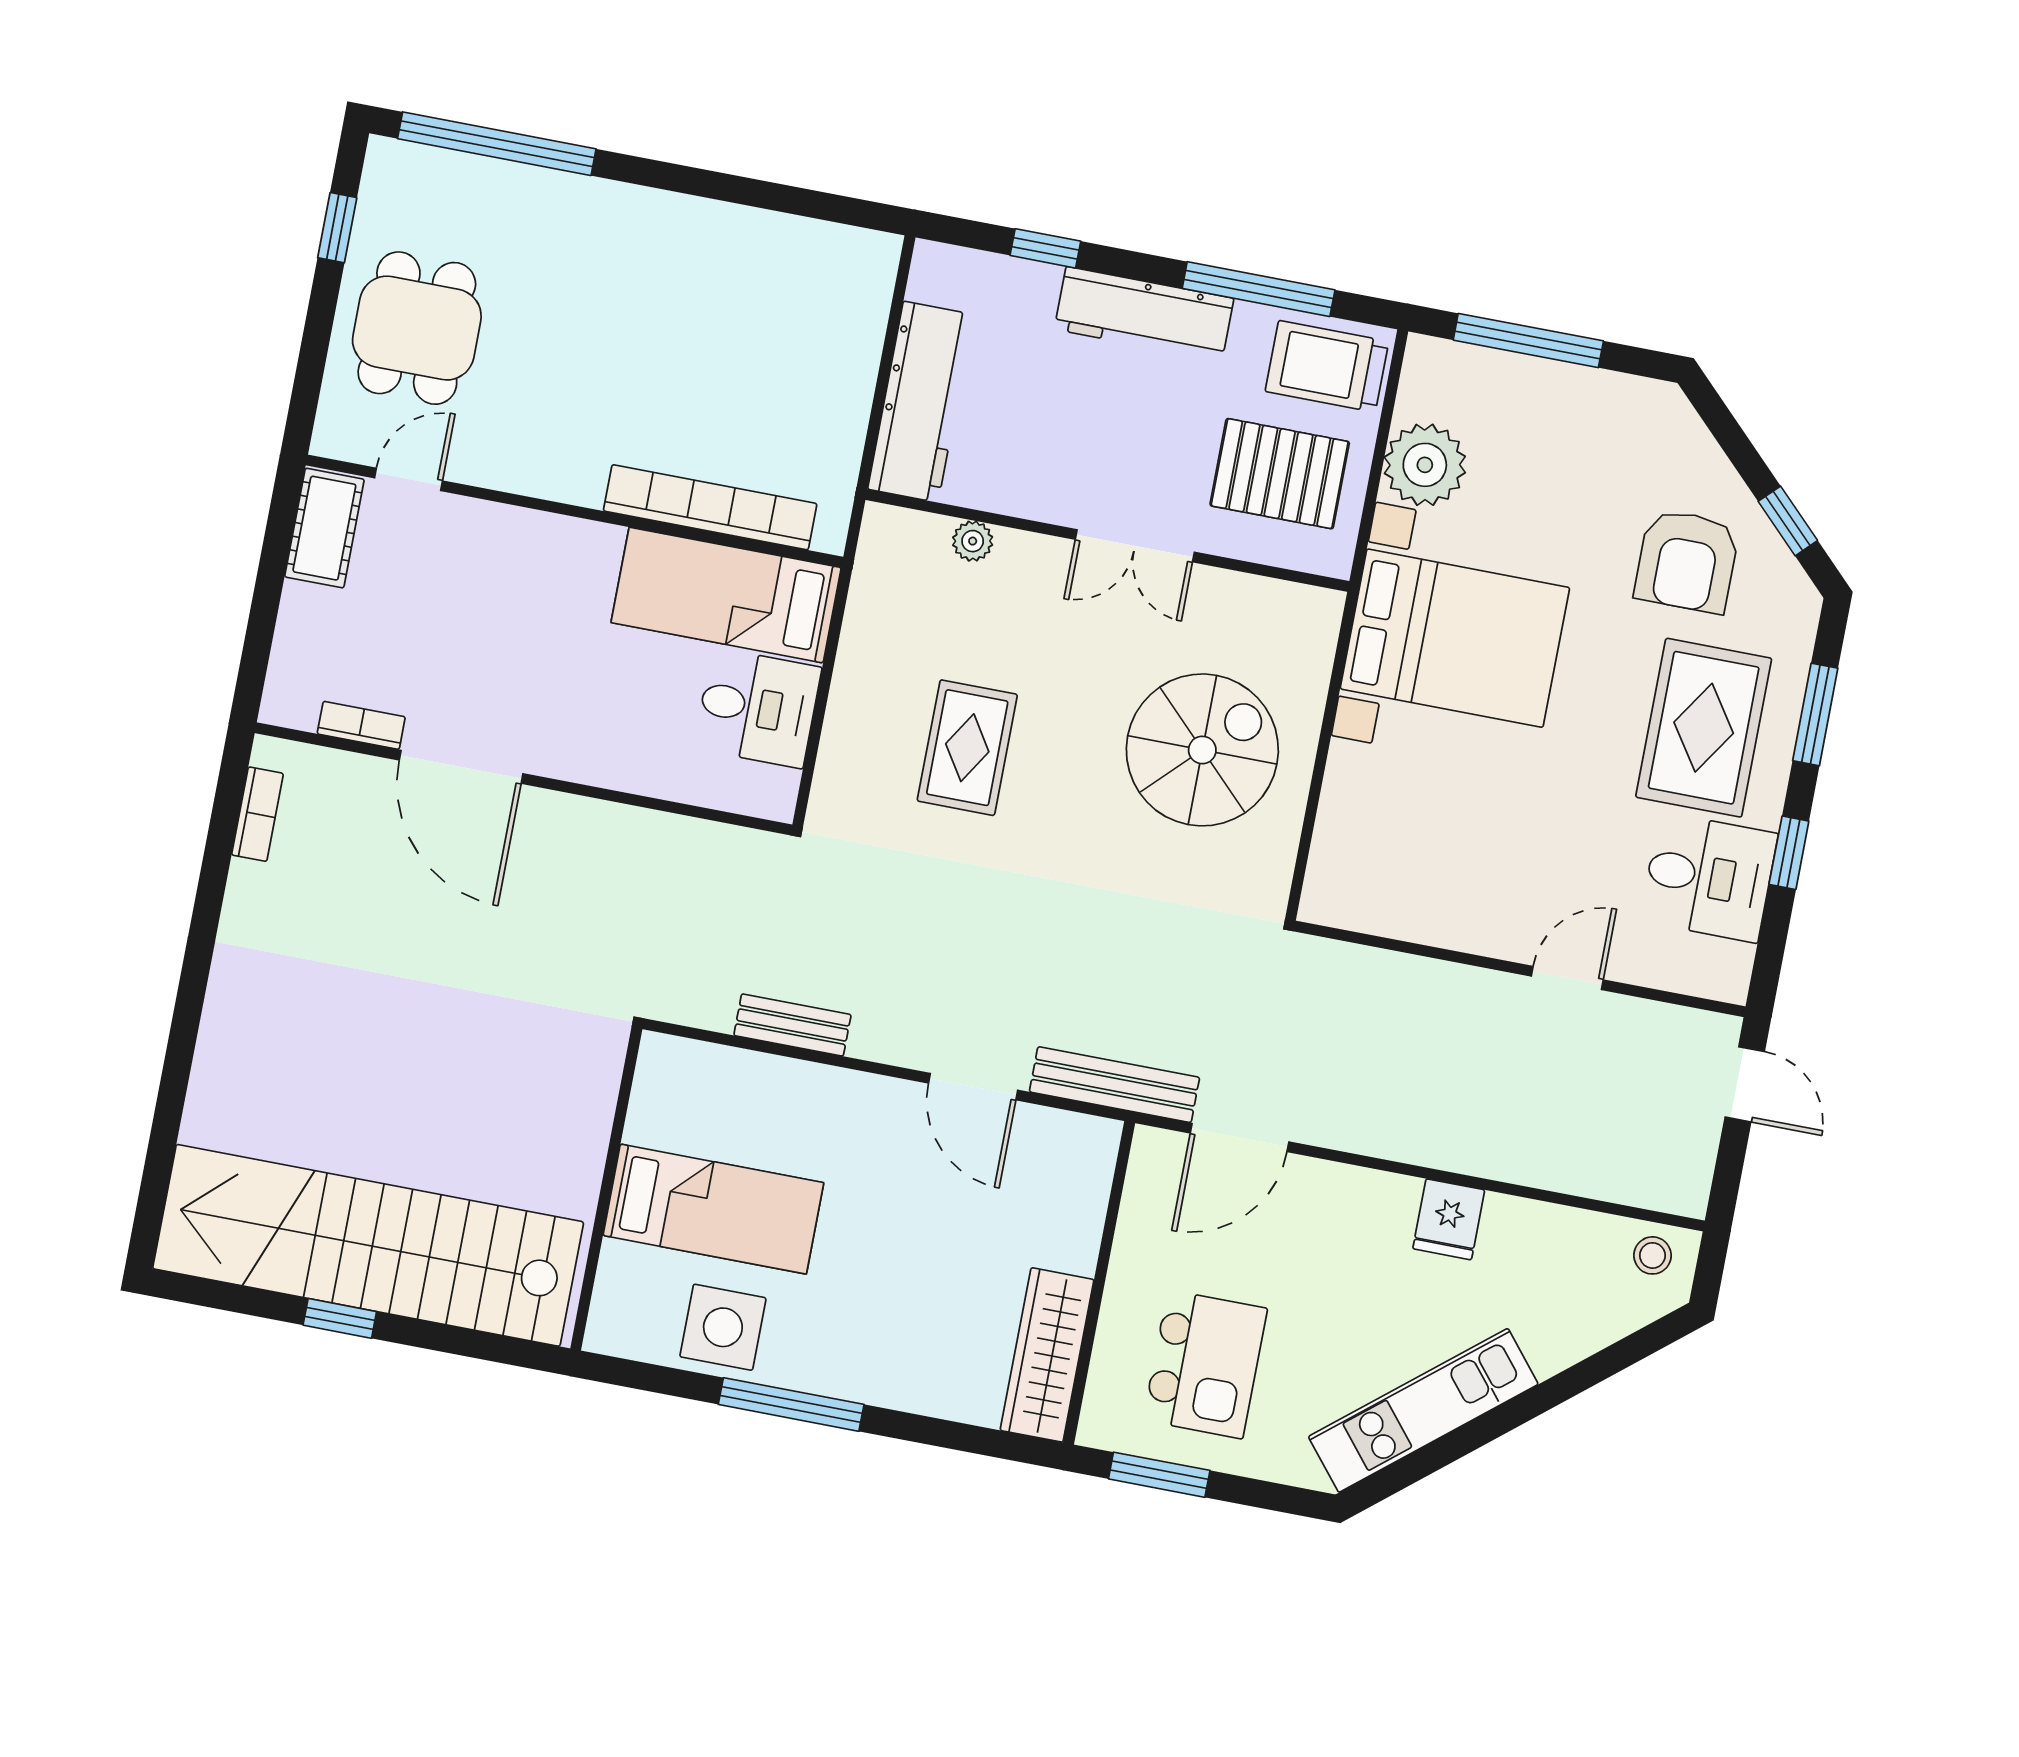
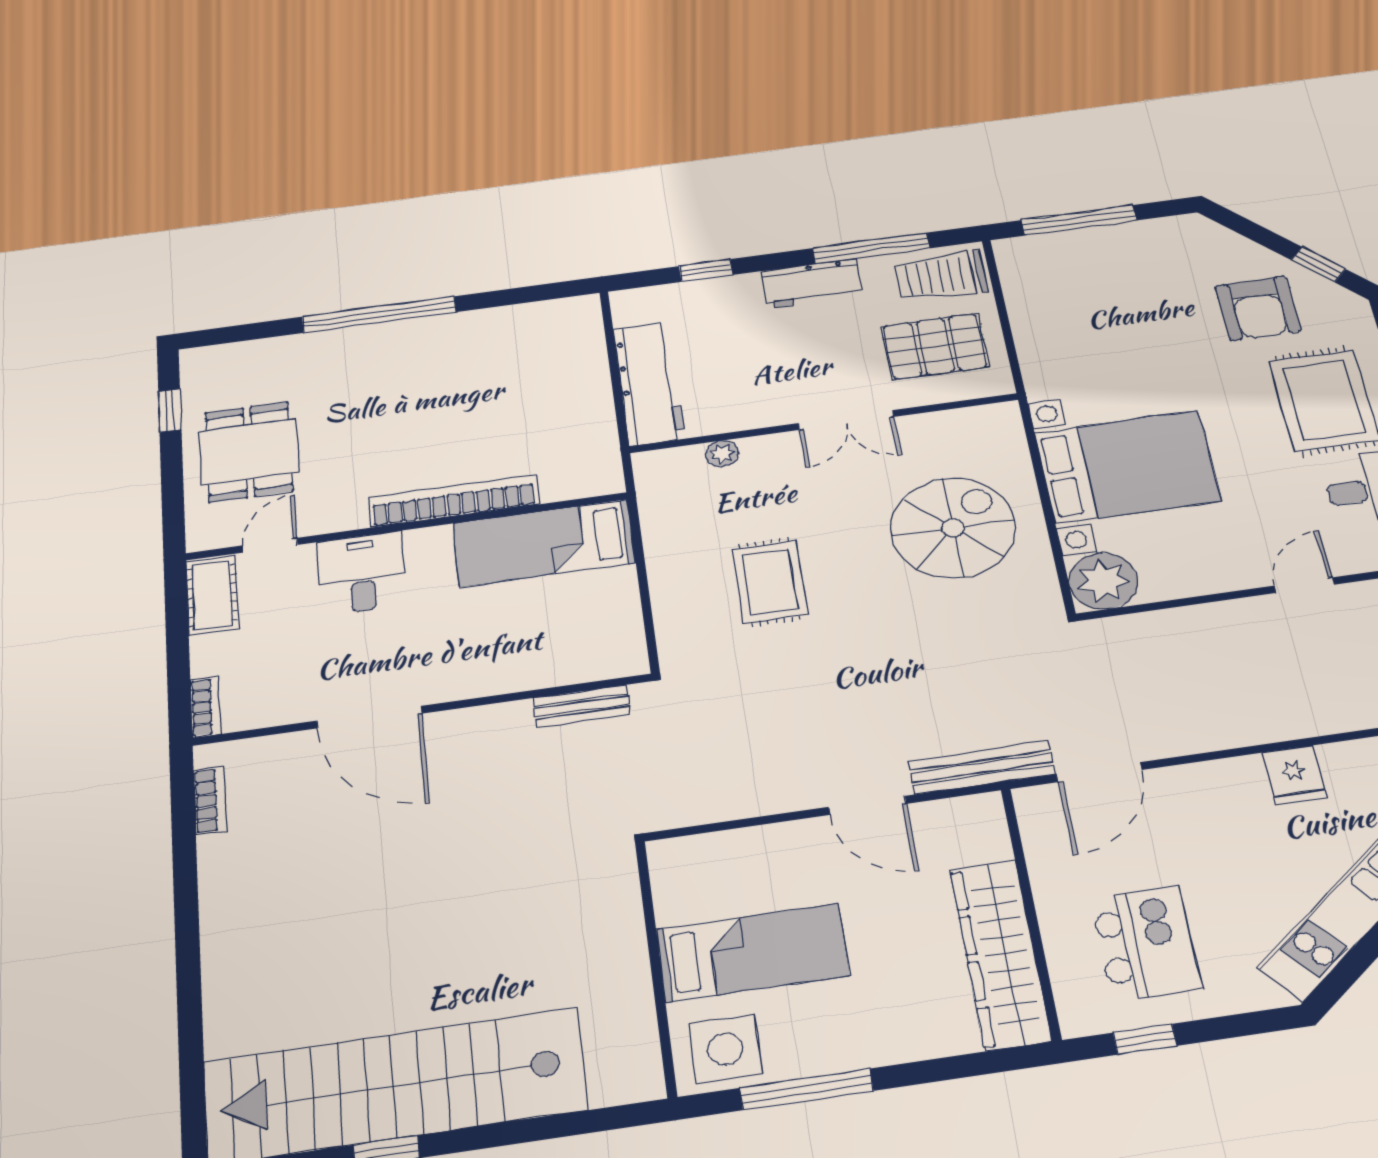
window: (497, 144) -> (379, 314), moved
workbench: (1144, 314) -> (812, 283), width x0.73
plant: (1425, 465) -> (1103, 581), moved
bookcase: (710, 507) -> (454, 501), moved
bed with nightstands: (1455, 638) -> (1127, 467), moved
desk: (758, 708) -> (362, 573), moved, turned -90
bookcase: (361, 725) -> (205, 707), moved, turned 90
bench: (792, 1025) -> (582, 706), moved
wall: (606, 1189) -> (656, 967), moved
bed: (713, 1209) -> (752, 952), moved
wardrobe: (1047, 1355) -> (1000, 954), width x1.40, depth x1.17
window: (1159, 1475) -> (1145, 1039), width x0.67

